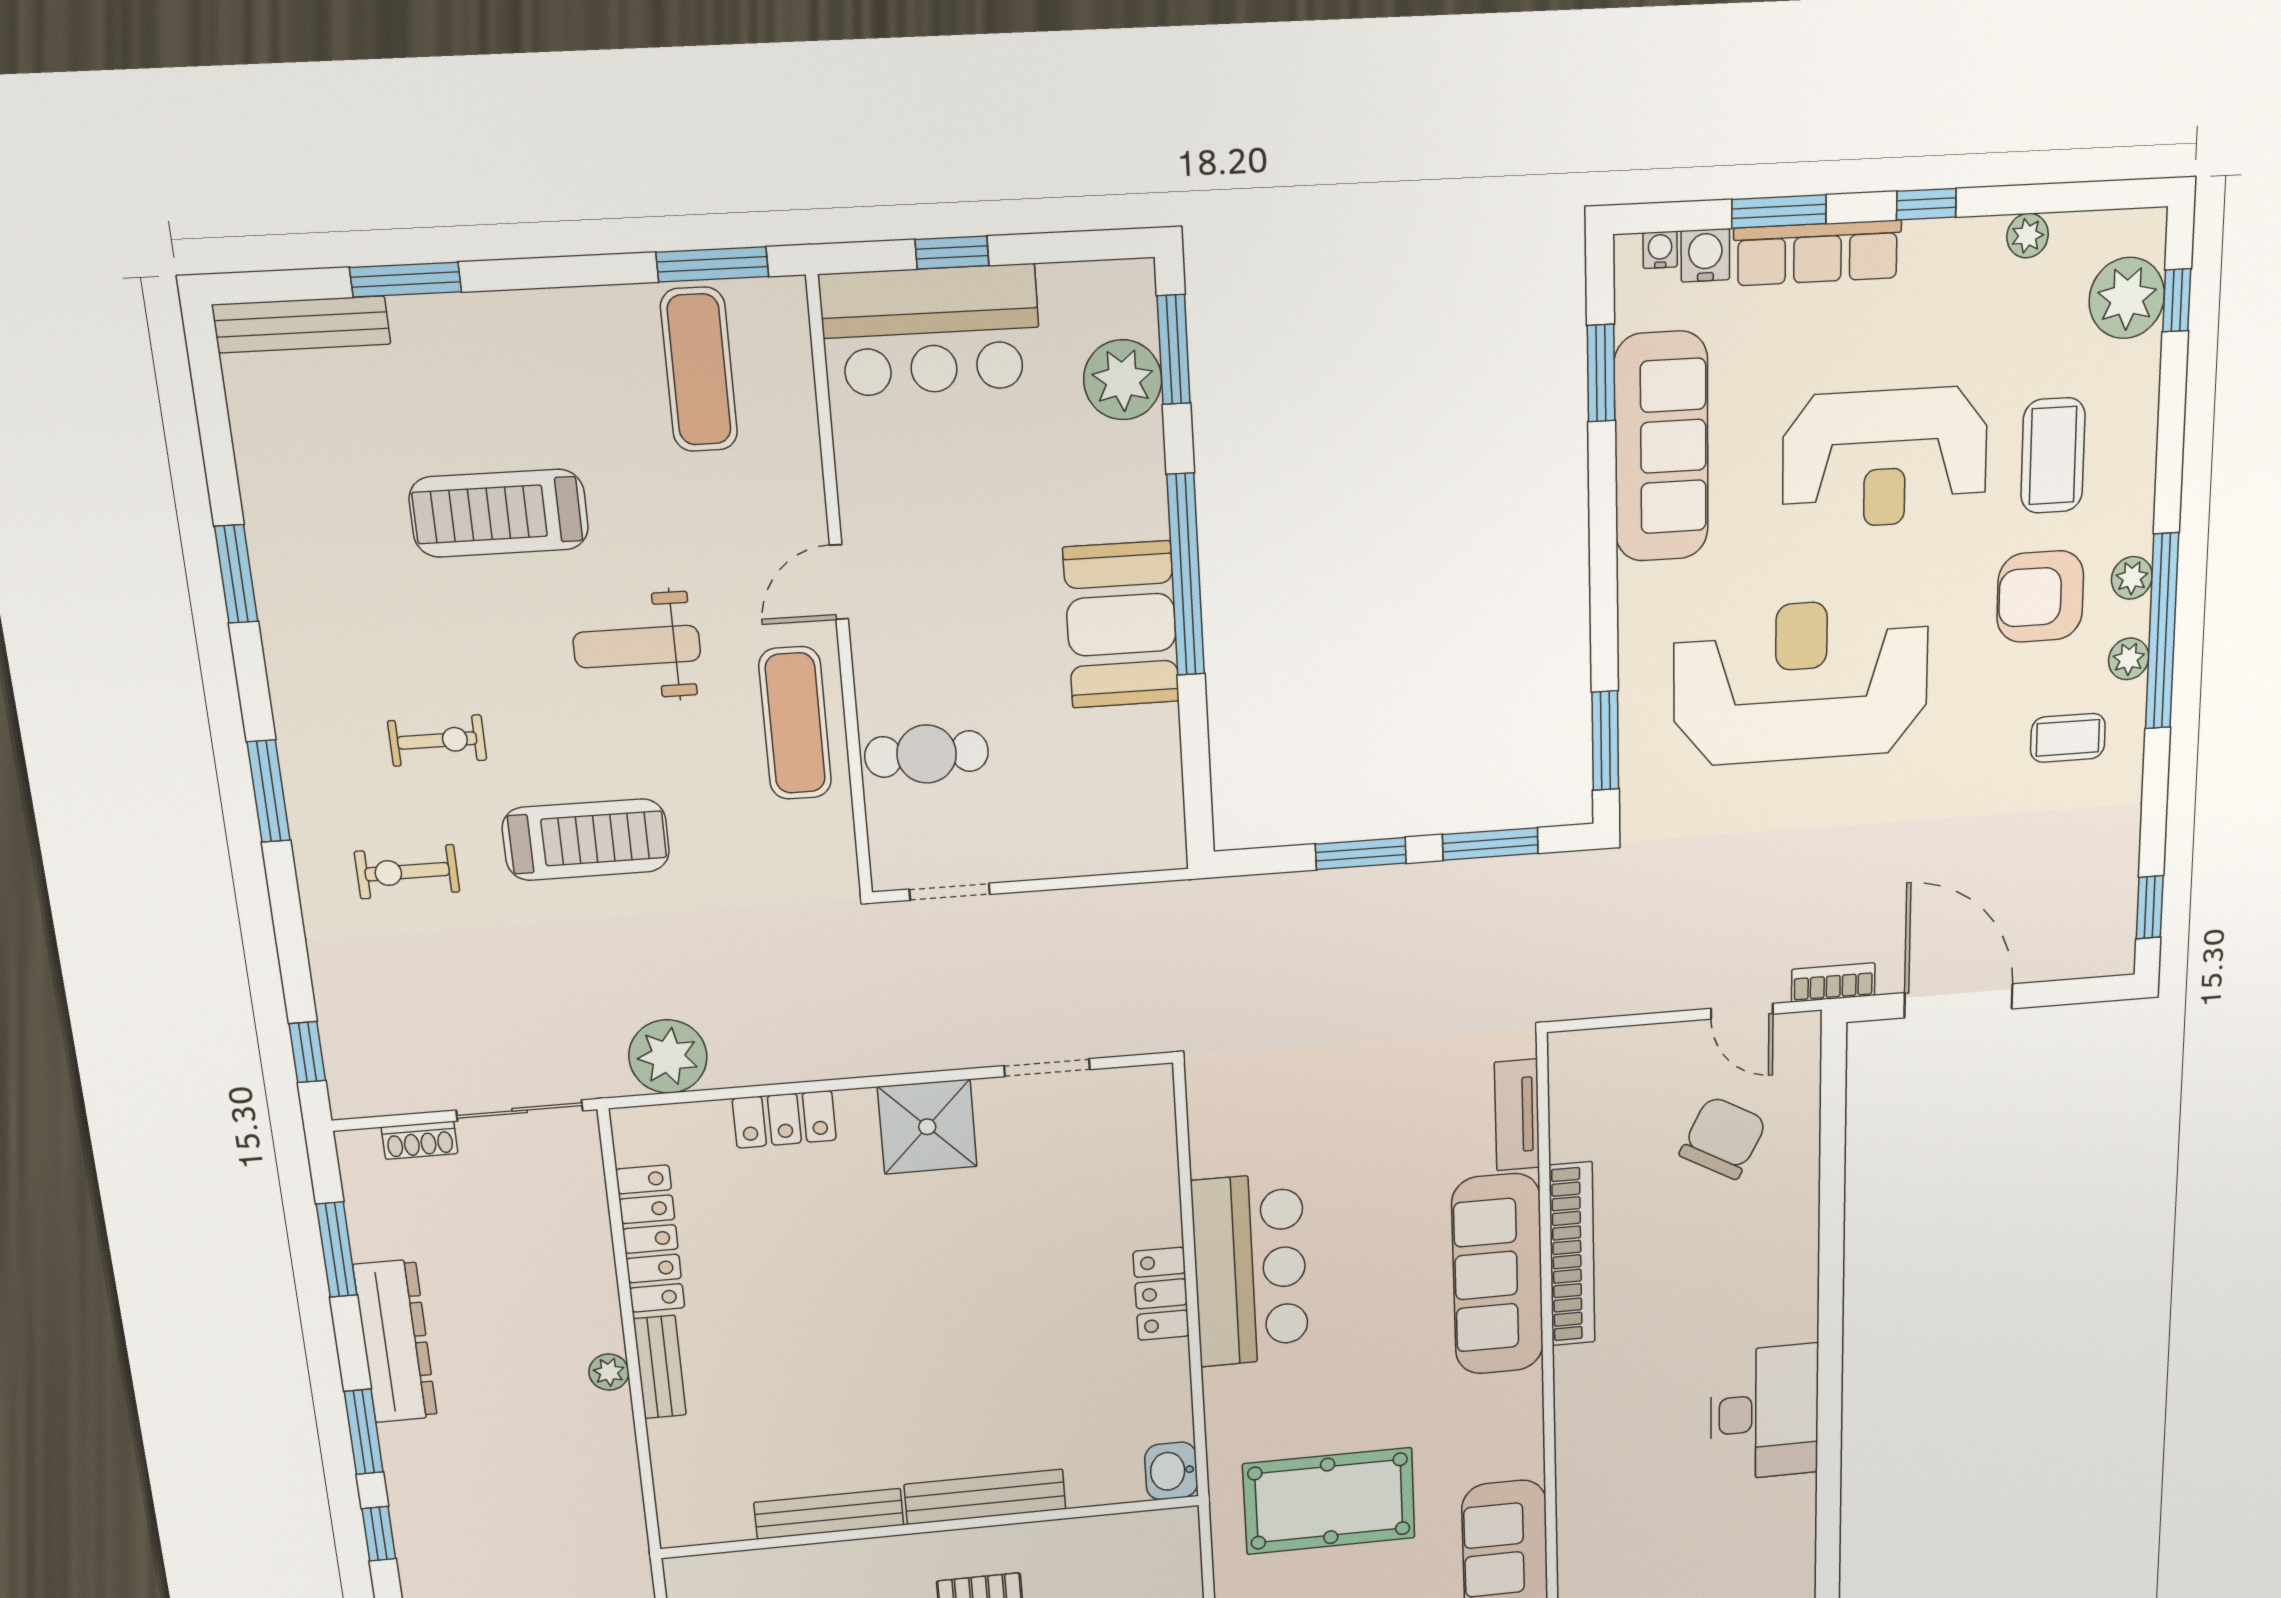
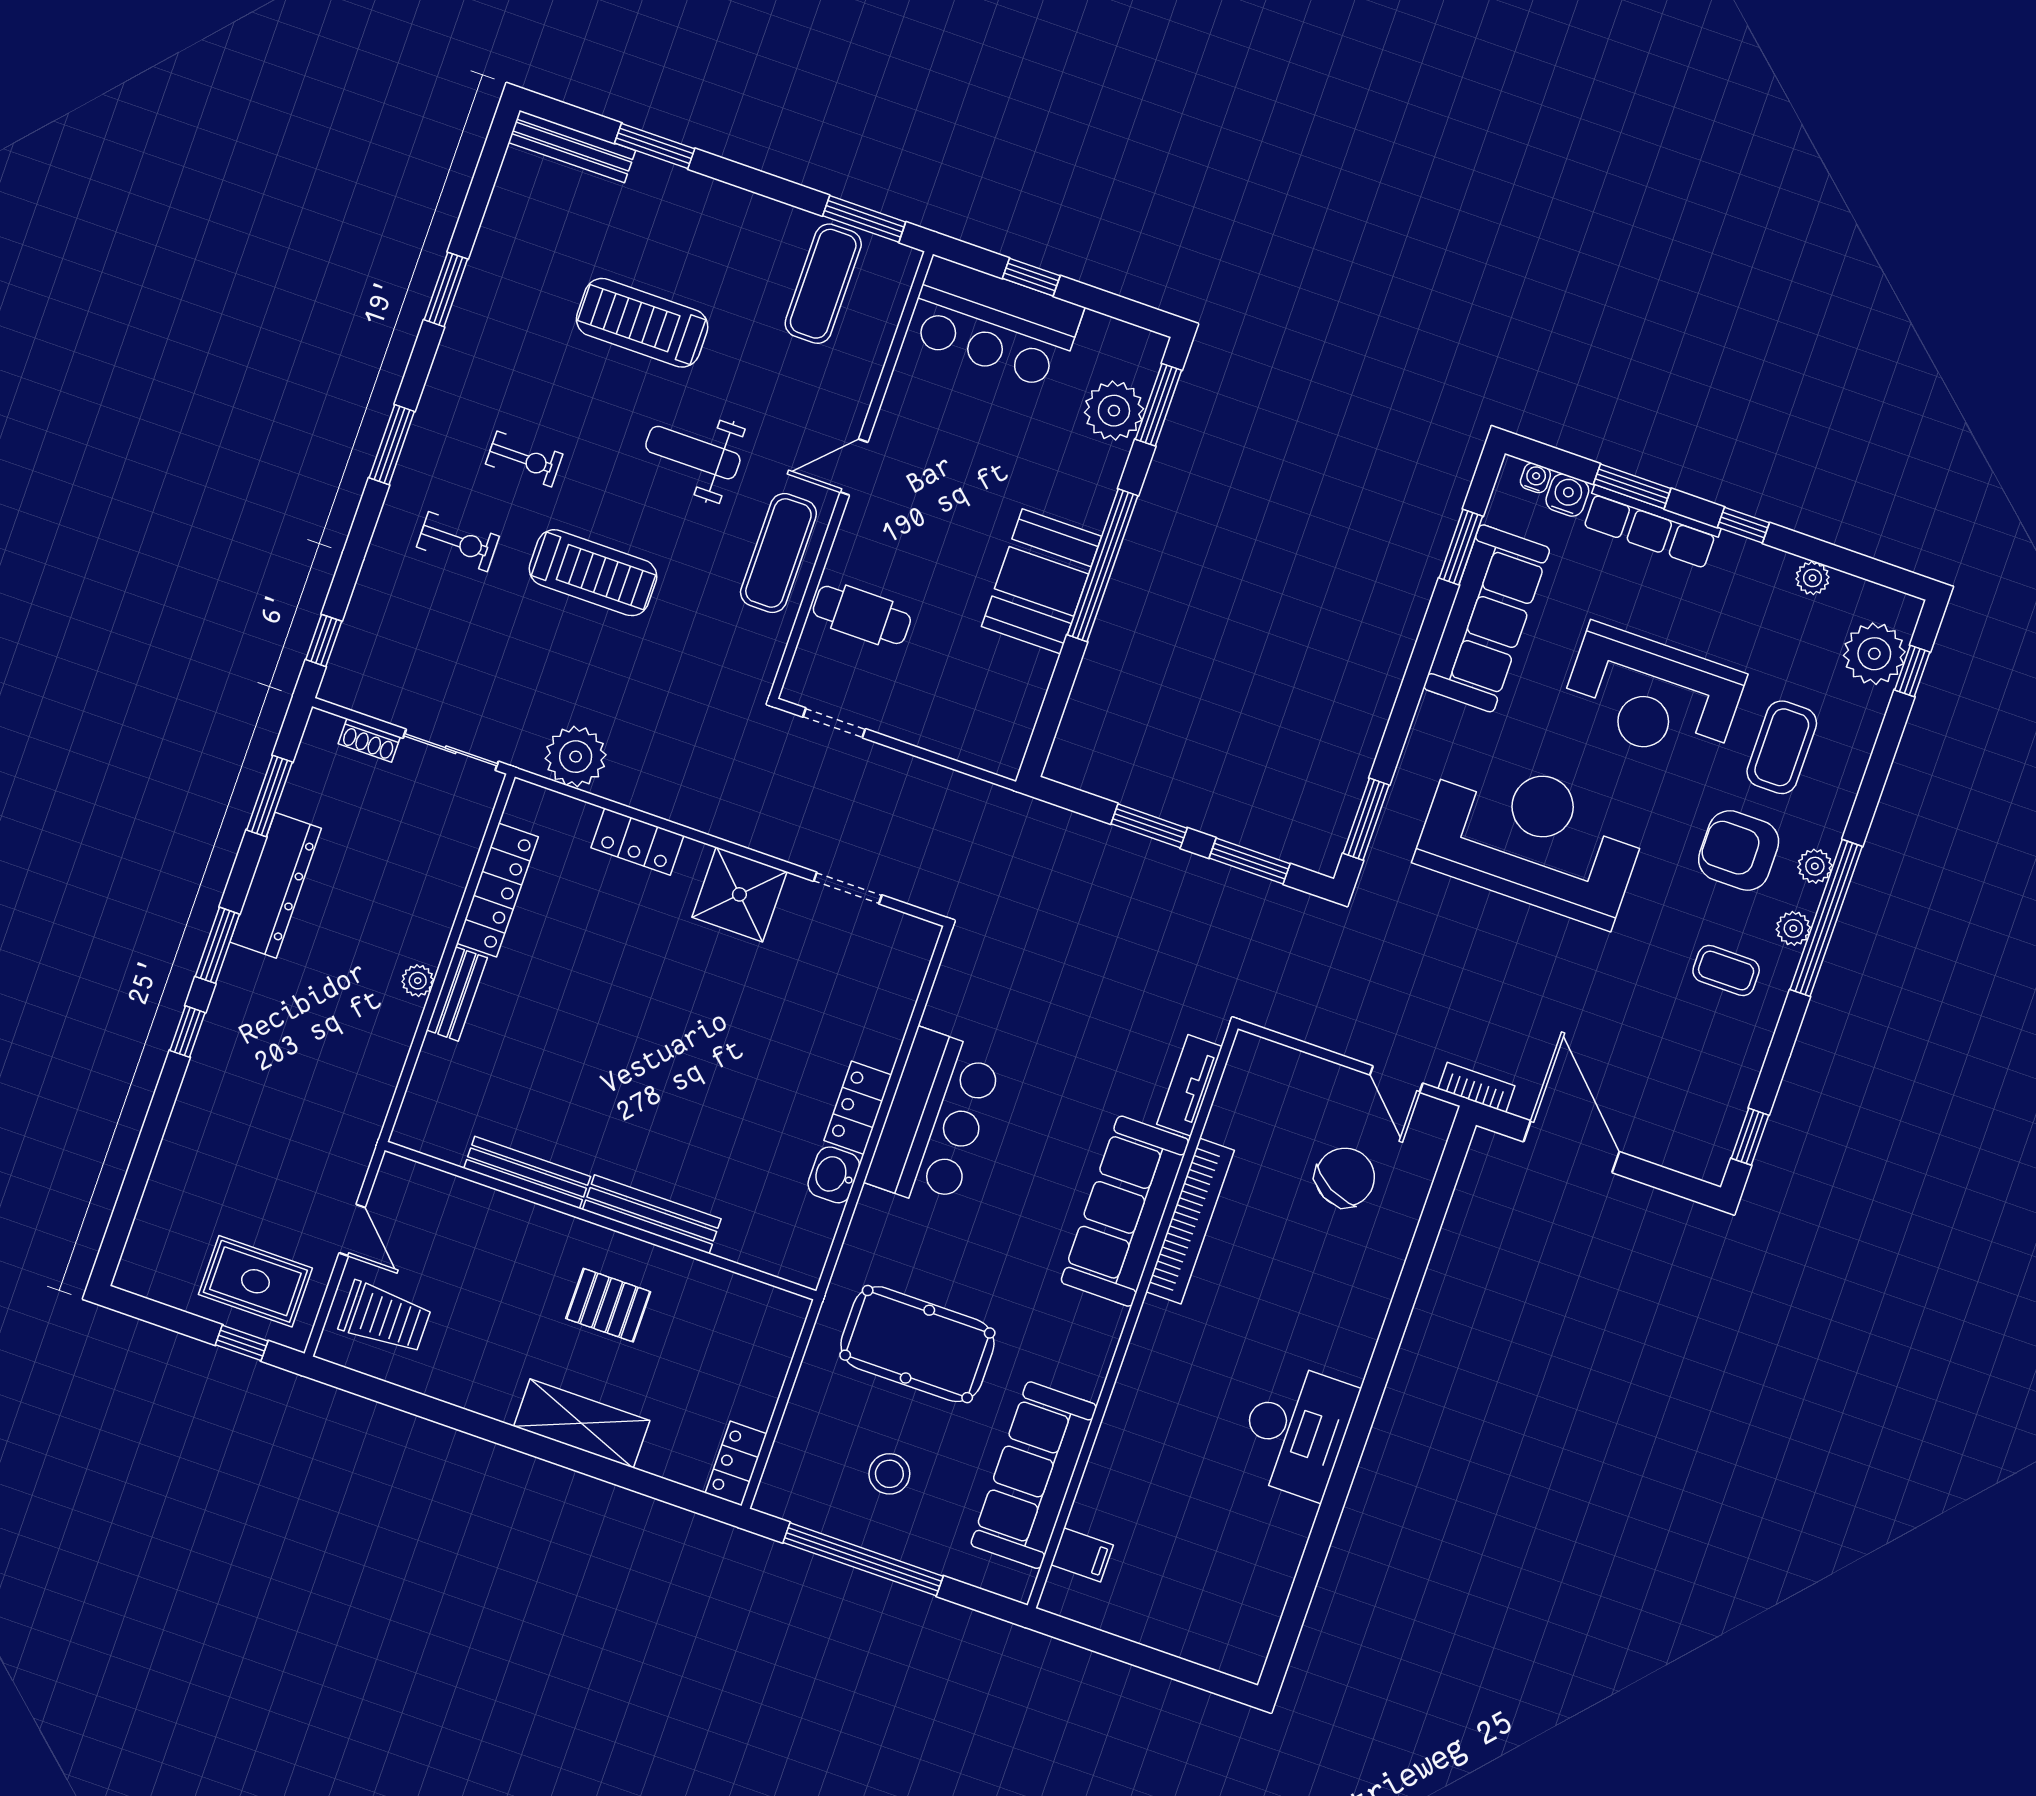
exercise bike: (407, 872) -> (458, 542), turned 180
washbasin: (1171, 1471) -> (834, 1175), moved

